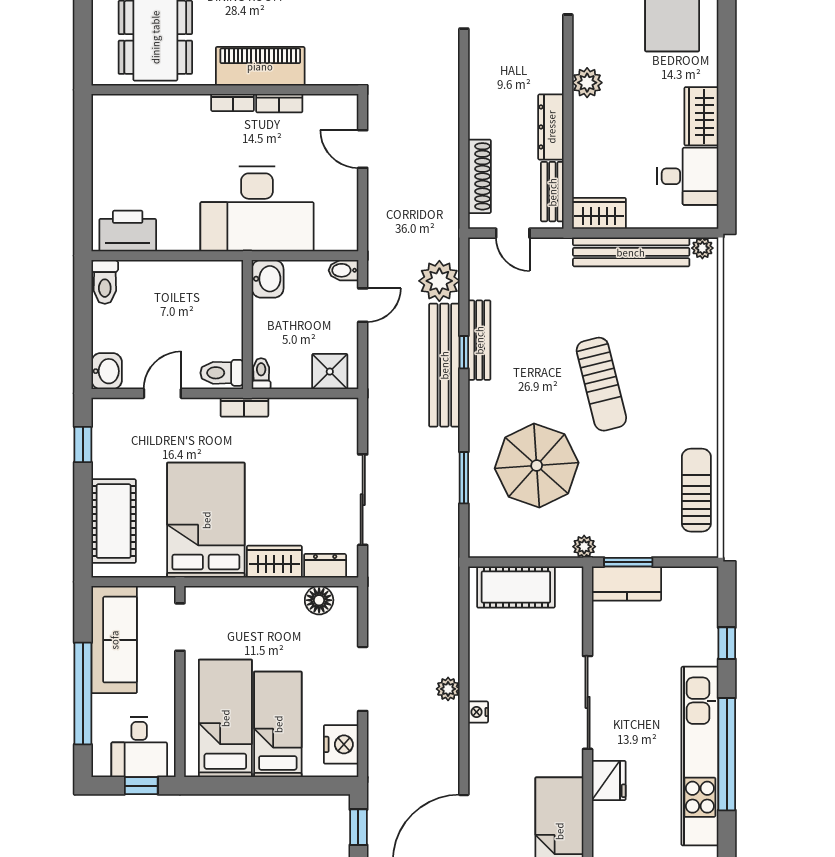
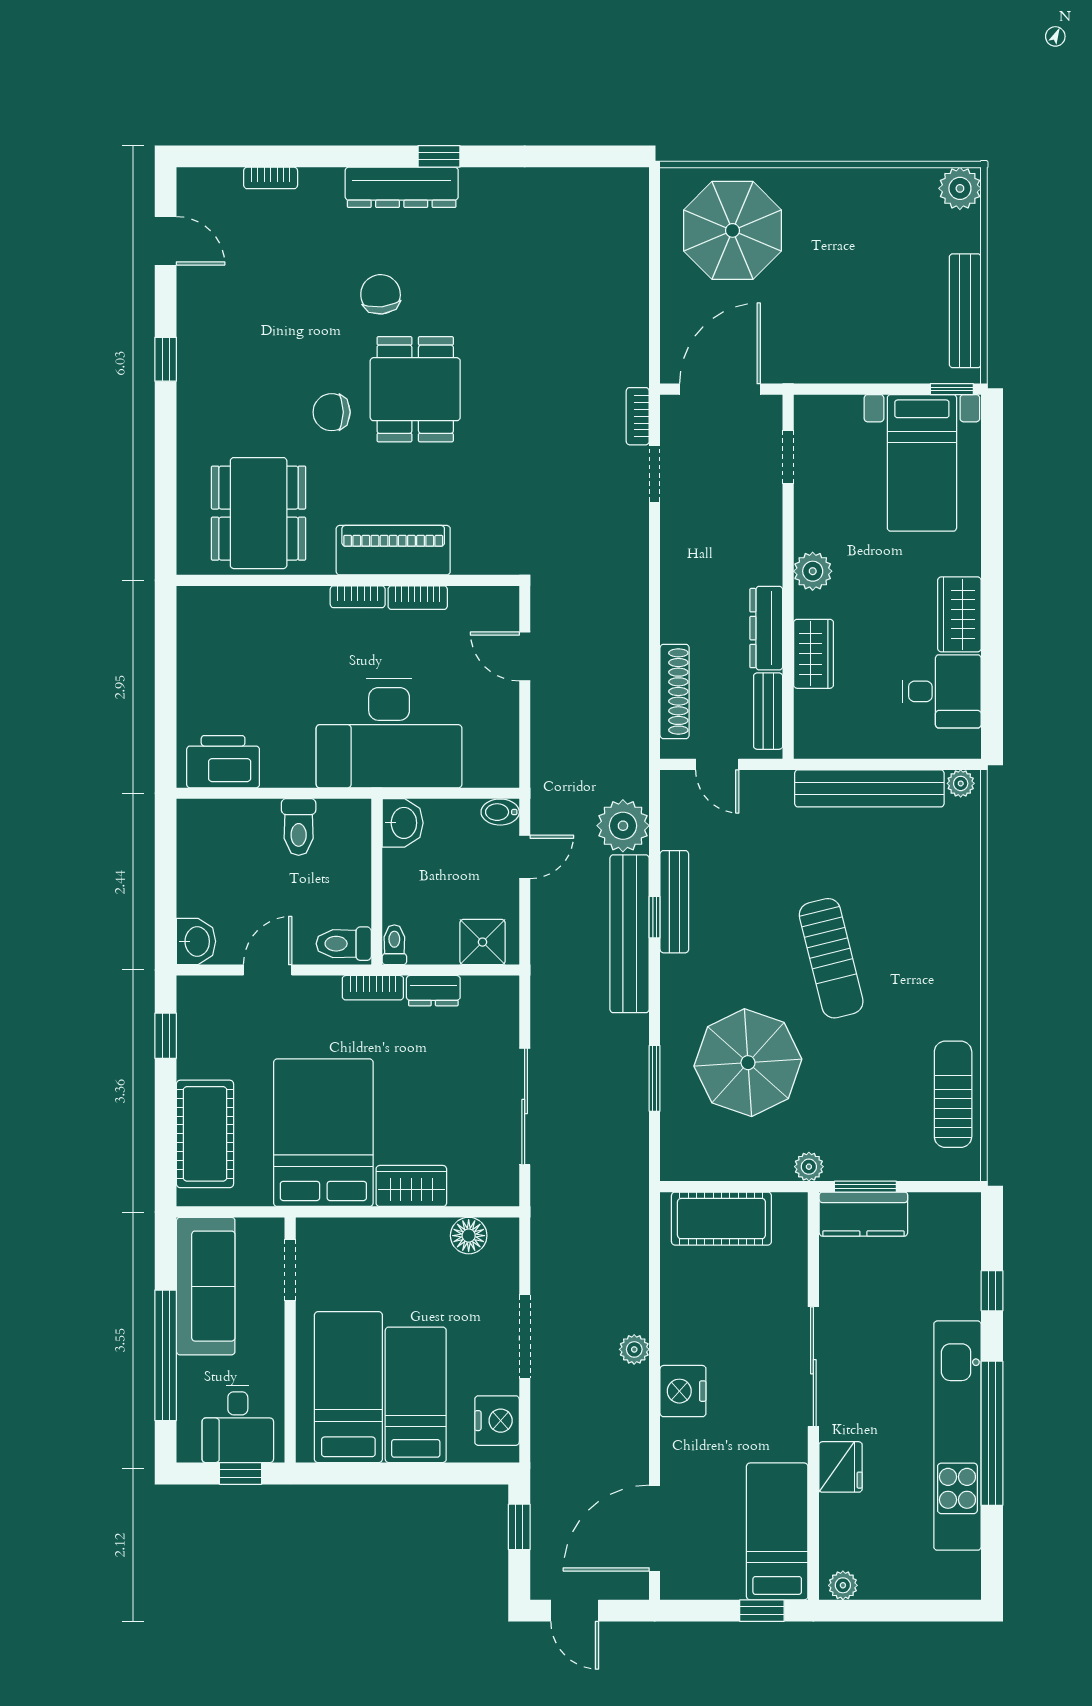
wardrobe: (599, 213) -> (814, 654), moved, turned 90
toilet: (105, 282) -> (299, 827), moved
dresser: (325, 566) -> (433, 991), moved, turned 180
nightstand: (478, 712) -> (683, 1391), width x1.89, depth x1.79

